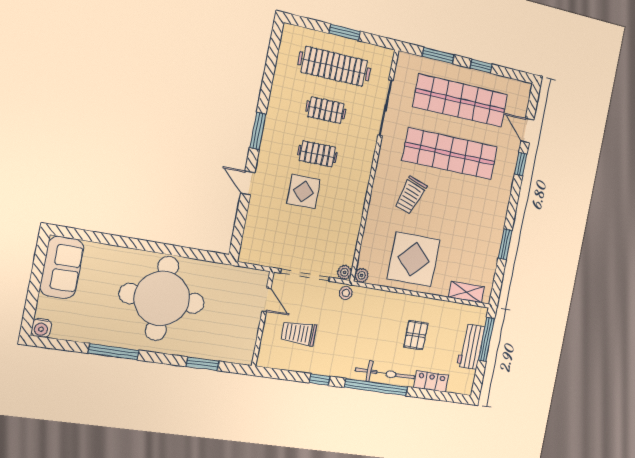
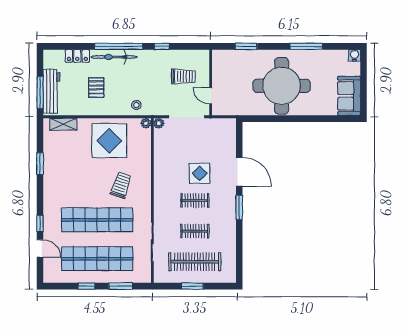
door: (248, 183) -> (239, 172), width x1.88
stool: (346, 293) -> (136, 105), moved
workbench: (471, 347) -> (52, 91), width x1.38

